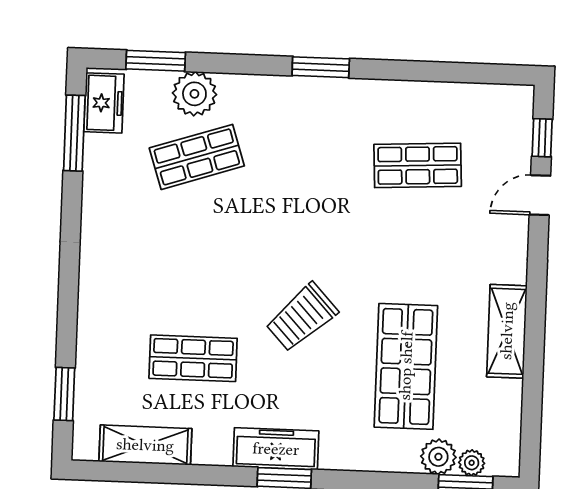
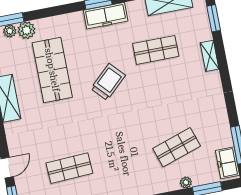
plant: (194, 94) -> (186, 182), width x0.53, depth x0.53
shelving: (90, 322) -> (210, 56), added

